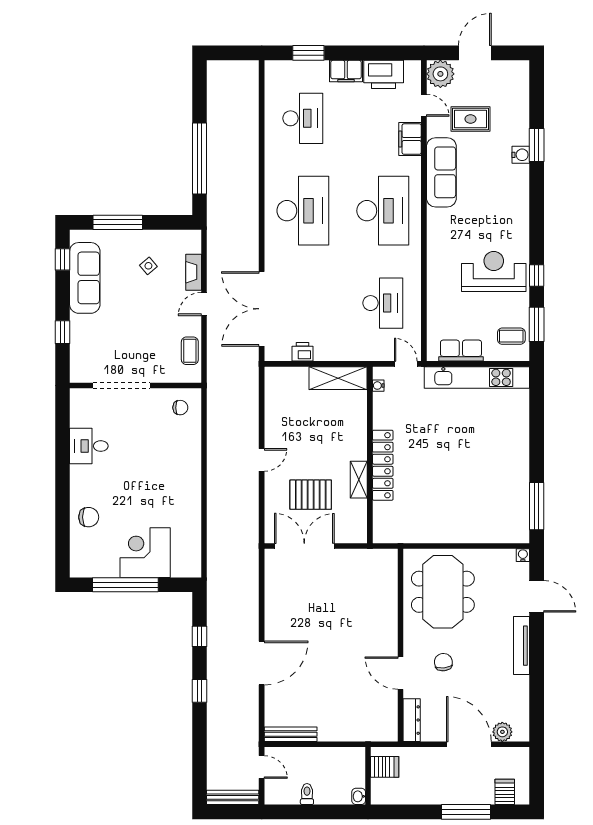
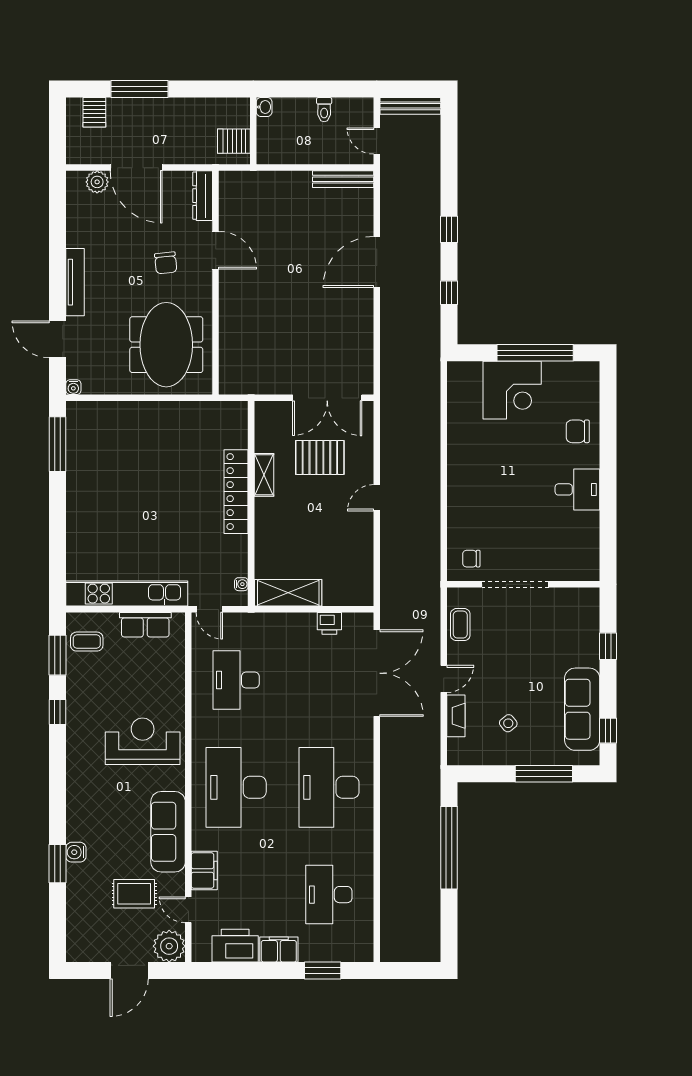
reception desk: (494, 271) -> (143, 741), moved, turned 180
doorway: (122, 386) -> (515, 584), moved
desk: (89, 446) -> (577, 489), moved

